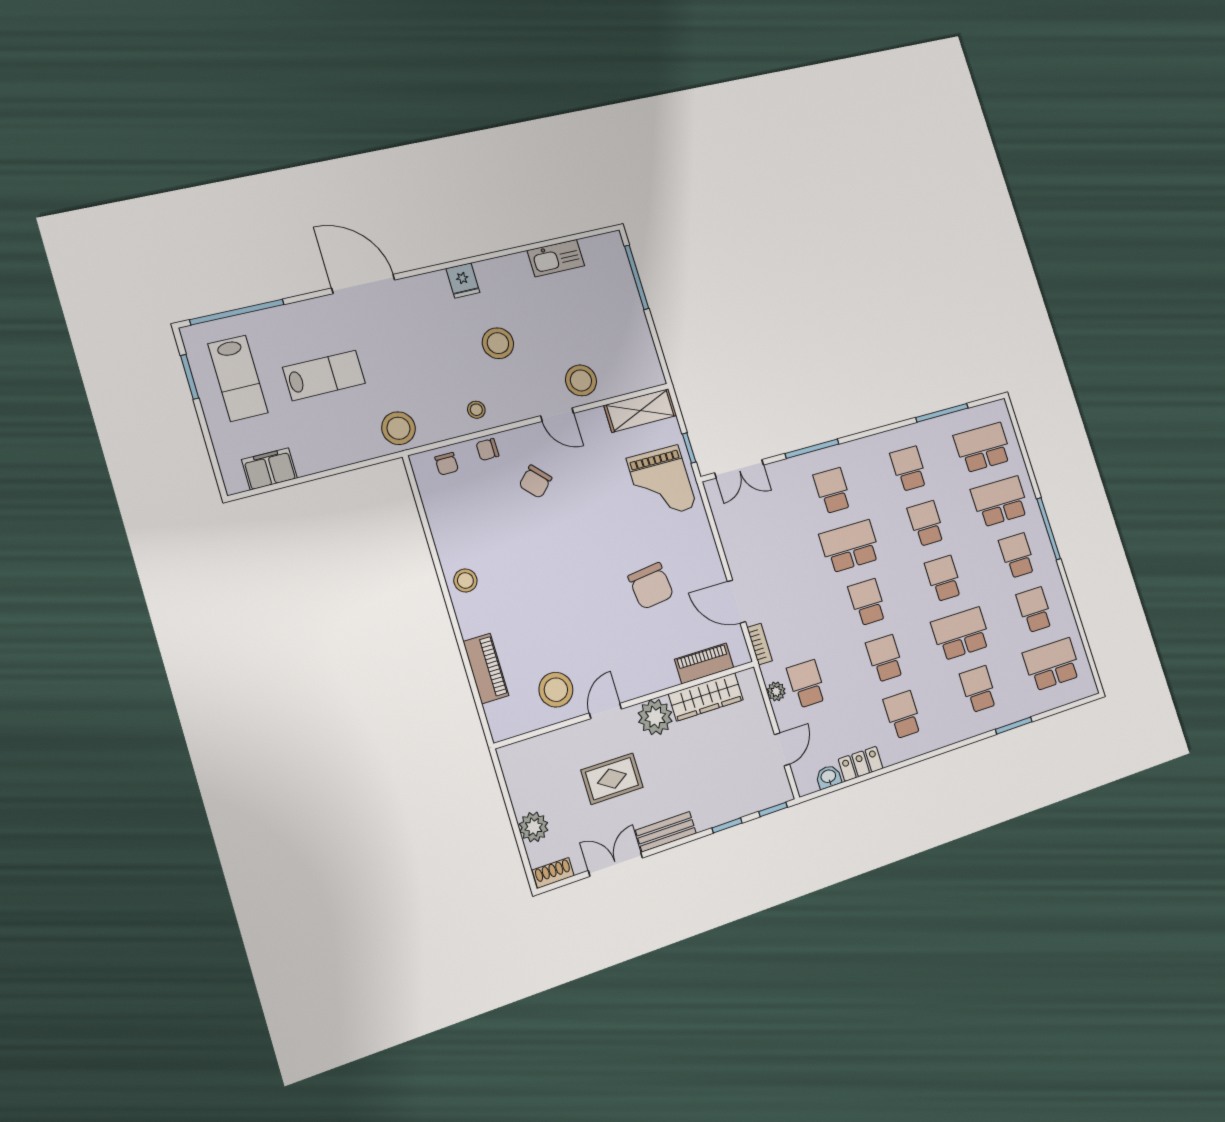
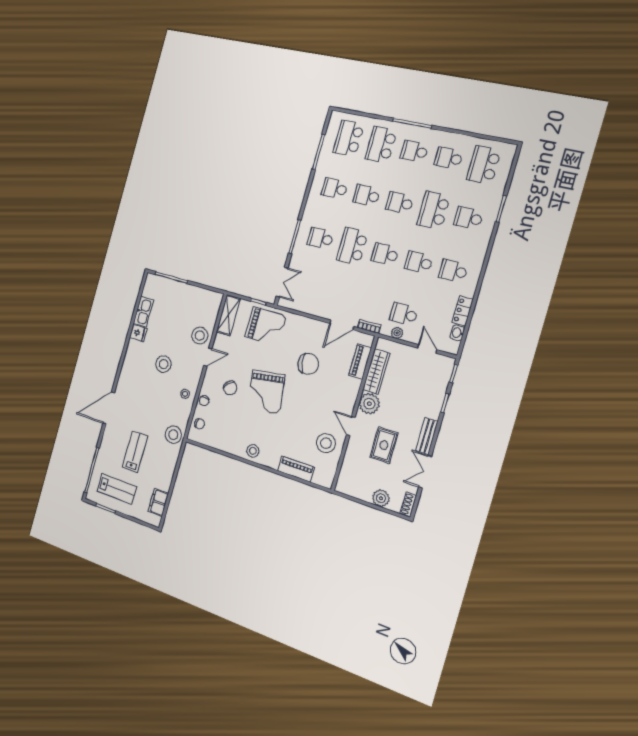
fridge: (463, 280) -> (138, 333), moved
grand piano: (568, 545) -> (266, 392), added

